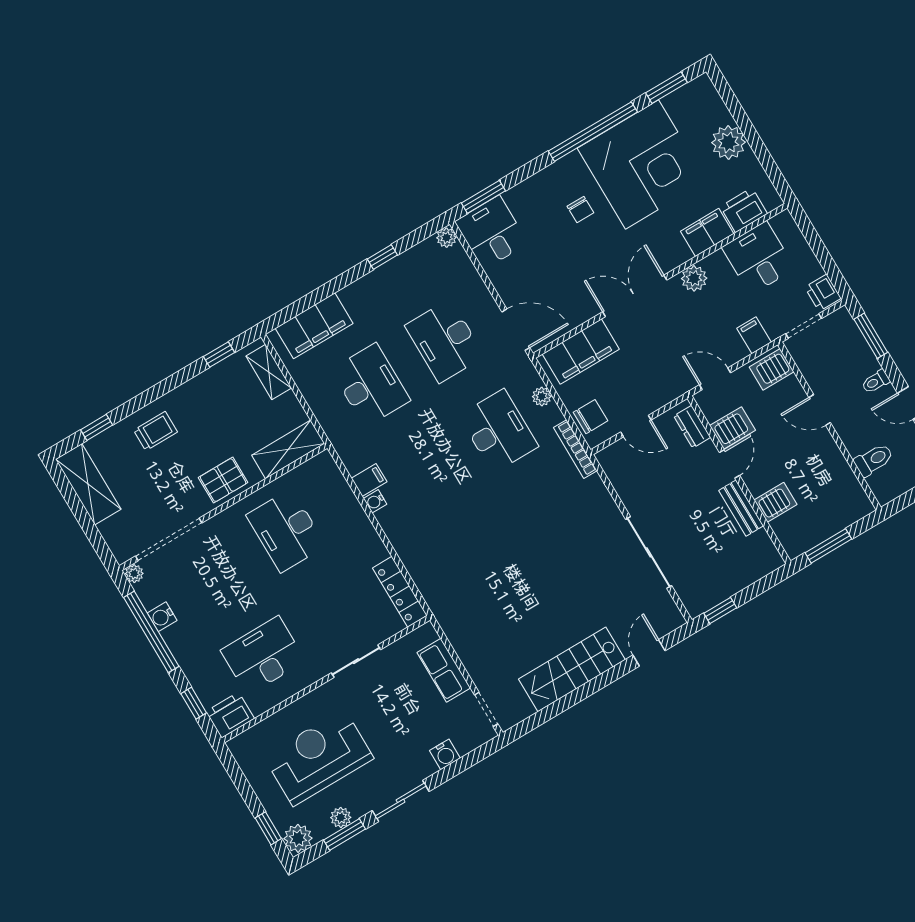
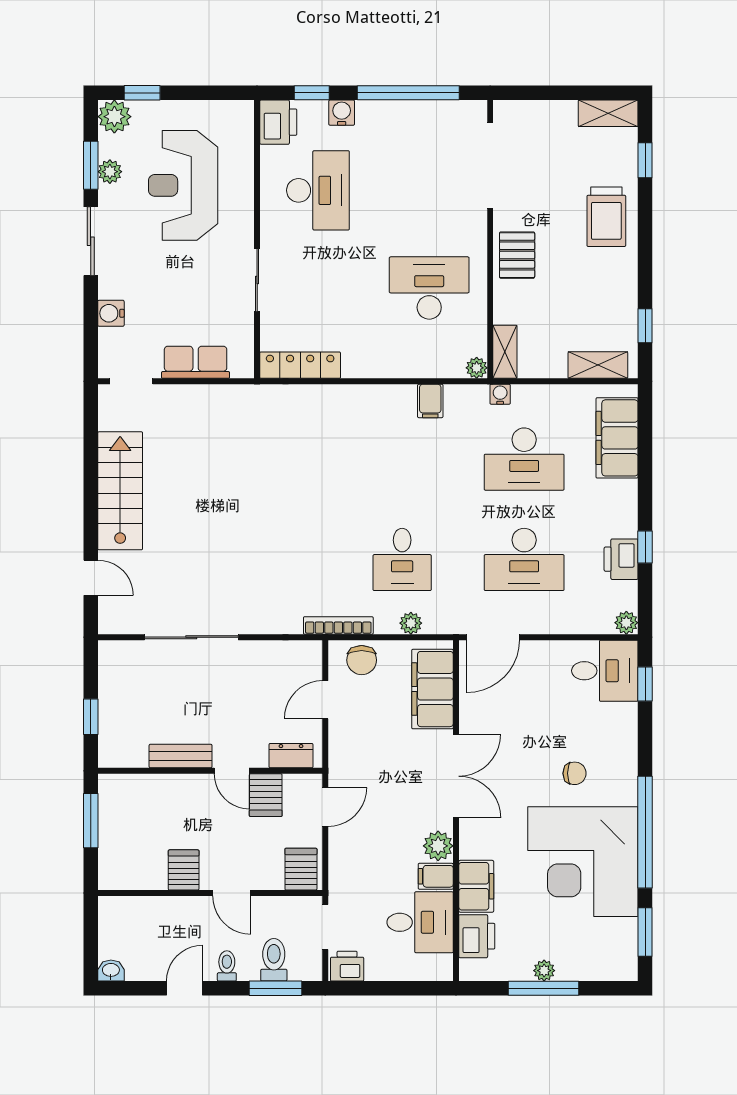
window: (753, 138) -> (544, 988), added
plant: (728, 142) -> (544, 971), width x0.53, depth x0.53
window: (483, 197) -> (645, 684), width x0.67
chair: (580, 210) -> (575, 773), turned 180
printer: (402, 269) -> (621, 559), added
filing cabinet: (754, 335) -> (436, 876), moved, turned 180
desk: (445, 341) -> (524, 559), turned 180
door: (820, 410) -> (232, 893), swing flipped
trolley: (155, 431) -> (606, 217), width x1.36, depth x1.39
desk: (498, 431) -> (402, 559), width x0.73
shelving: (288, 449) -> (505, 352), width x0.67, depth x0.75
toilet: (874, 460) -> (274, 960), moved, turned 180
shelving: (88, 484) -> (608, 113), width x0.67, depth x0.75
water cooler: (375, 501) -> (500, 394), moved
server rack: (776, 502) -> (184, 870), moved, turned 180
plant: (134, 574) -> (477, 368), moved
window: (720, 610) -> (91, 717), moved
water cooler: (162, 617) -> (342, 113), moved
reception desk: (319, 757) -> (183, 185), turned 180

